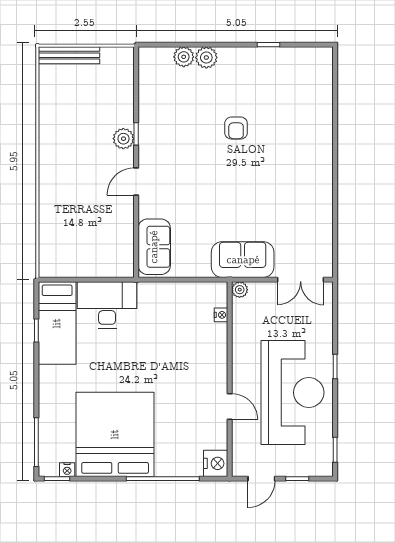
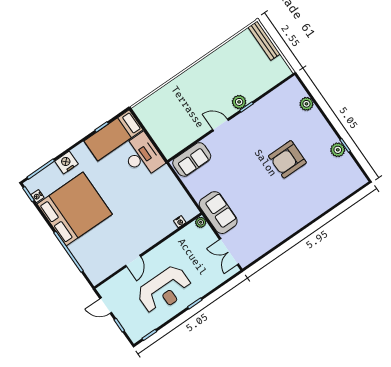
plant: (206, 58) -> (338, 150), moved
armchair: (236, 128) -> (287, 159), width x1.88, depth x1.88
reception desk: (292, 393) -> (164, 290), width x0.74, depth x0.77
nightstand: (216, 463) -> (66, 163), moved, turned 180

